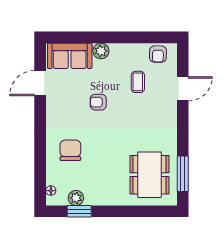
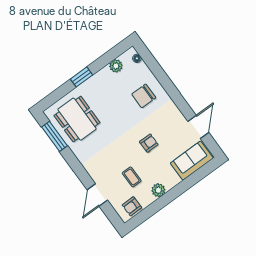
plant: (101, 51) -> (158, 190), moved
armchair: (158, 54) -> (132, 206), turned -92
chair: (70, 150) -> (144, 96), turned 90
window: (79, 211) -> (82, 77), moved

